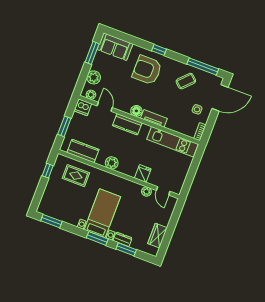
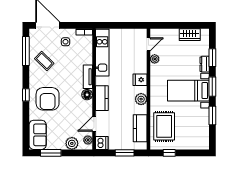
fridge: (143, 174) -> (140, 80), moved
rug: (76, 176) -> (164, 126), width x1.36, depth x1.43
window: (51, 221) -> (212, 115), moved

